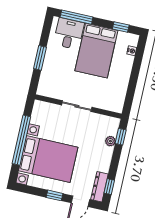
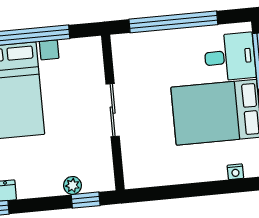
window: (40, 58) -> (173, 22), width x2.11

